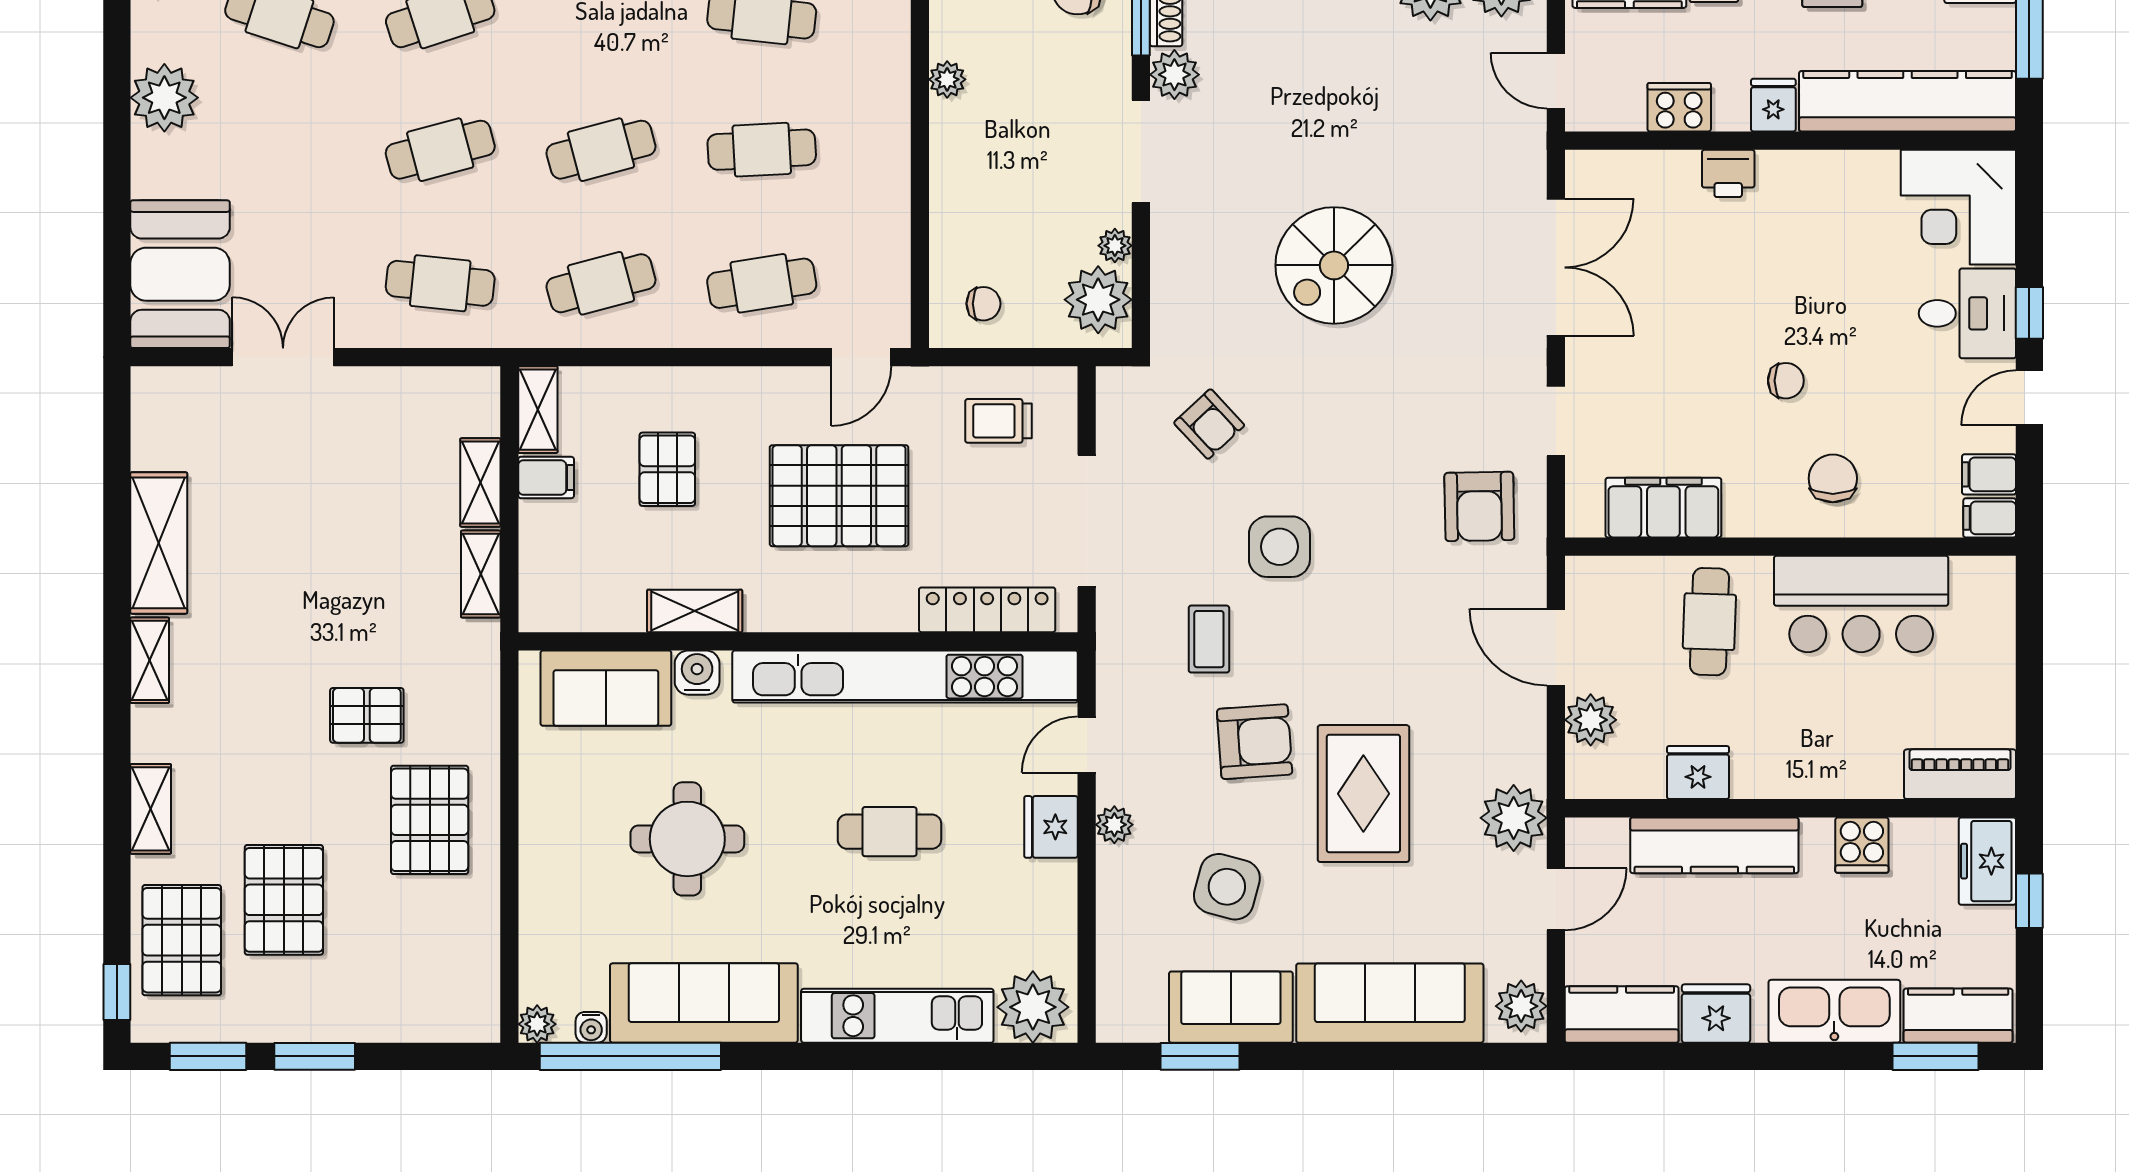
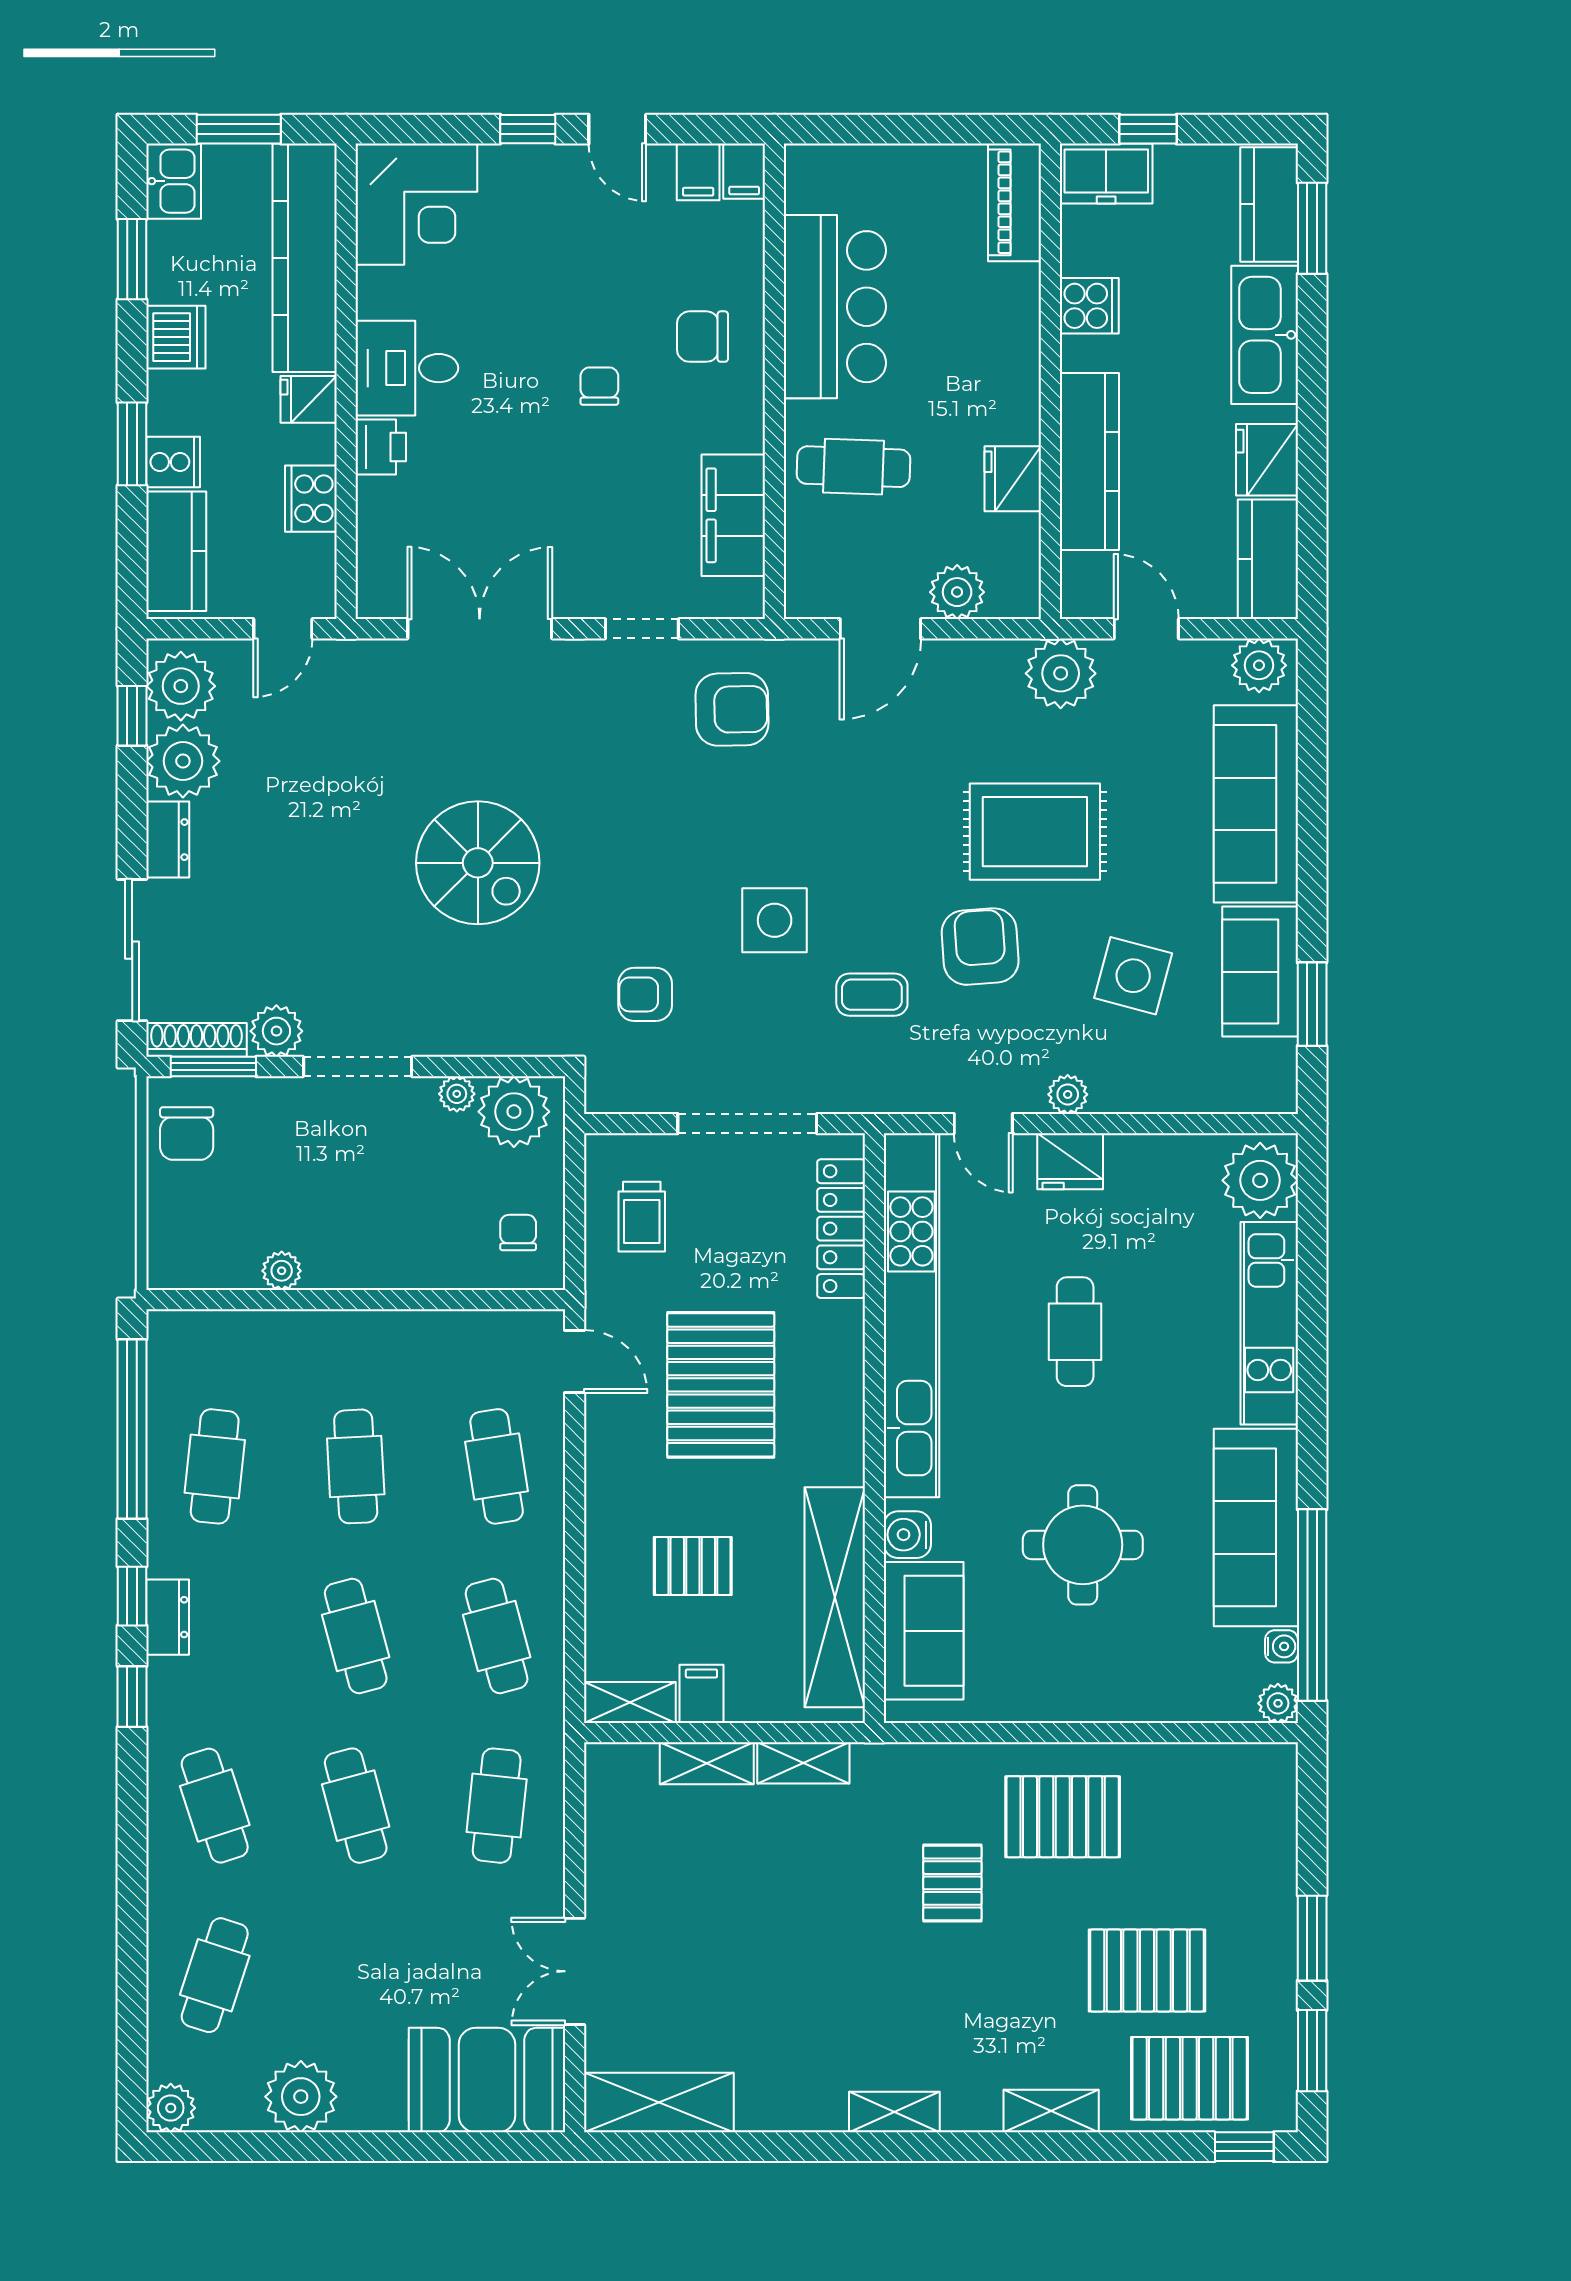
desk: (1967, 313) -> (407, 368), moved, turned -90
armchair: (1209, 424) -> (645, 994), turned -137
shelving: (159, 543) -> (659, 2102), moved
shelving: (695, 611) -> (835, 1597), width x2.20, depth x1.33

